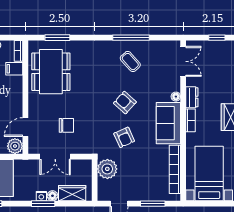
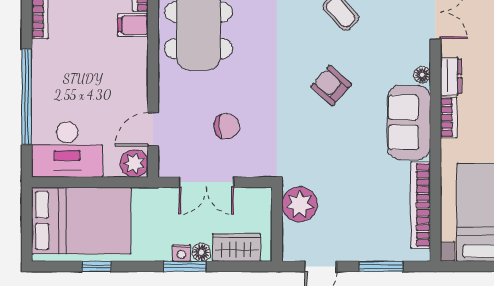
armchair: (124, 137) -> (330, 148), removed

